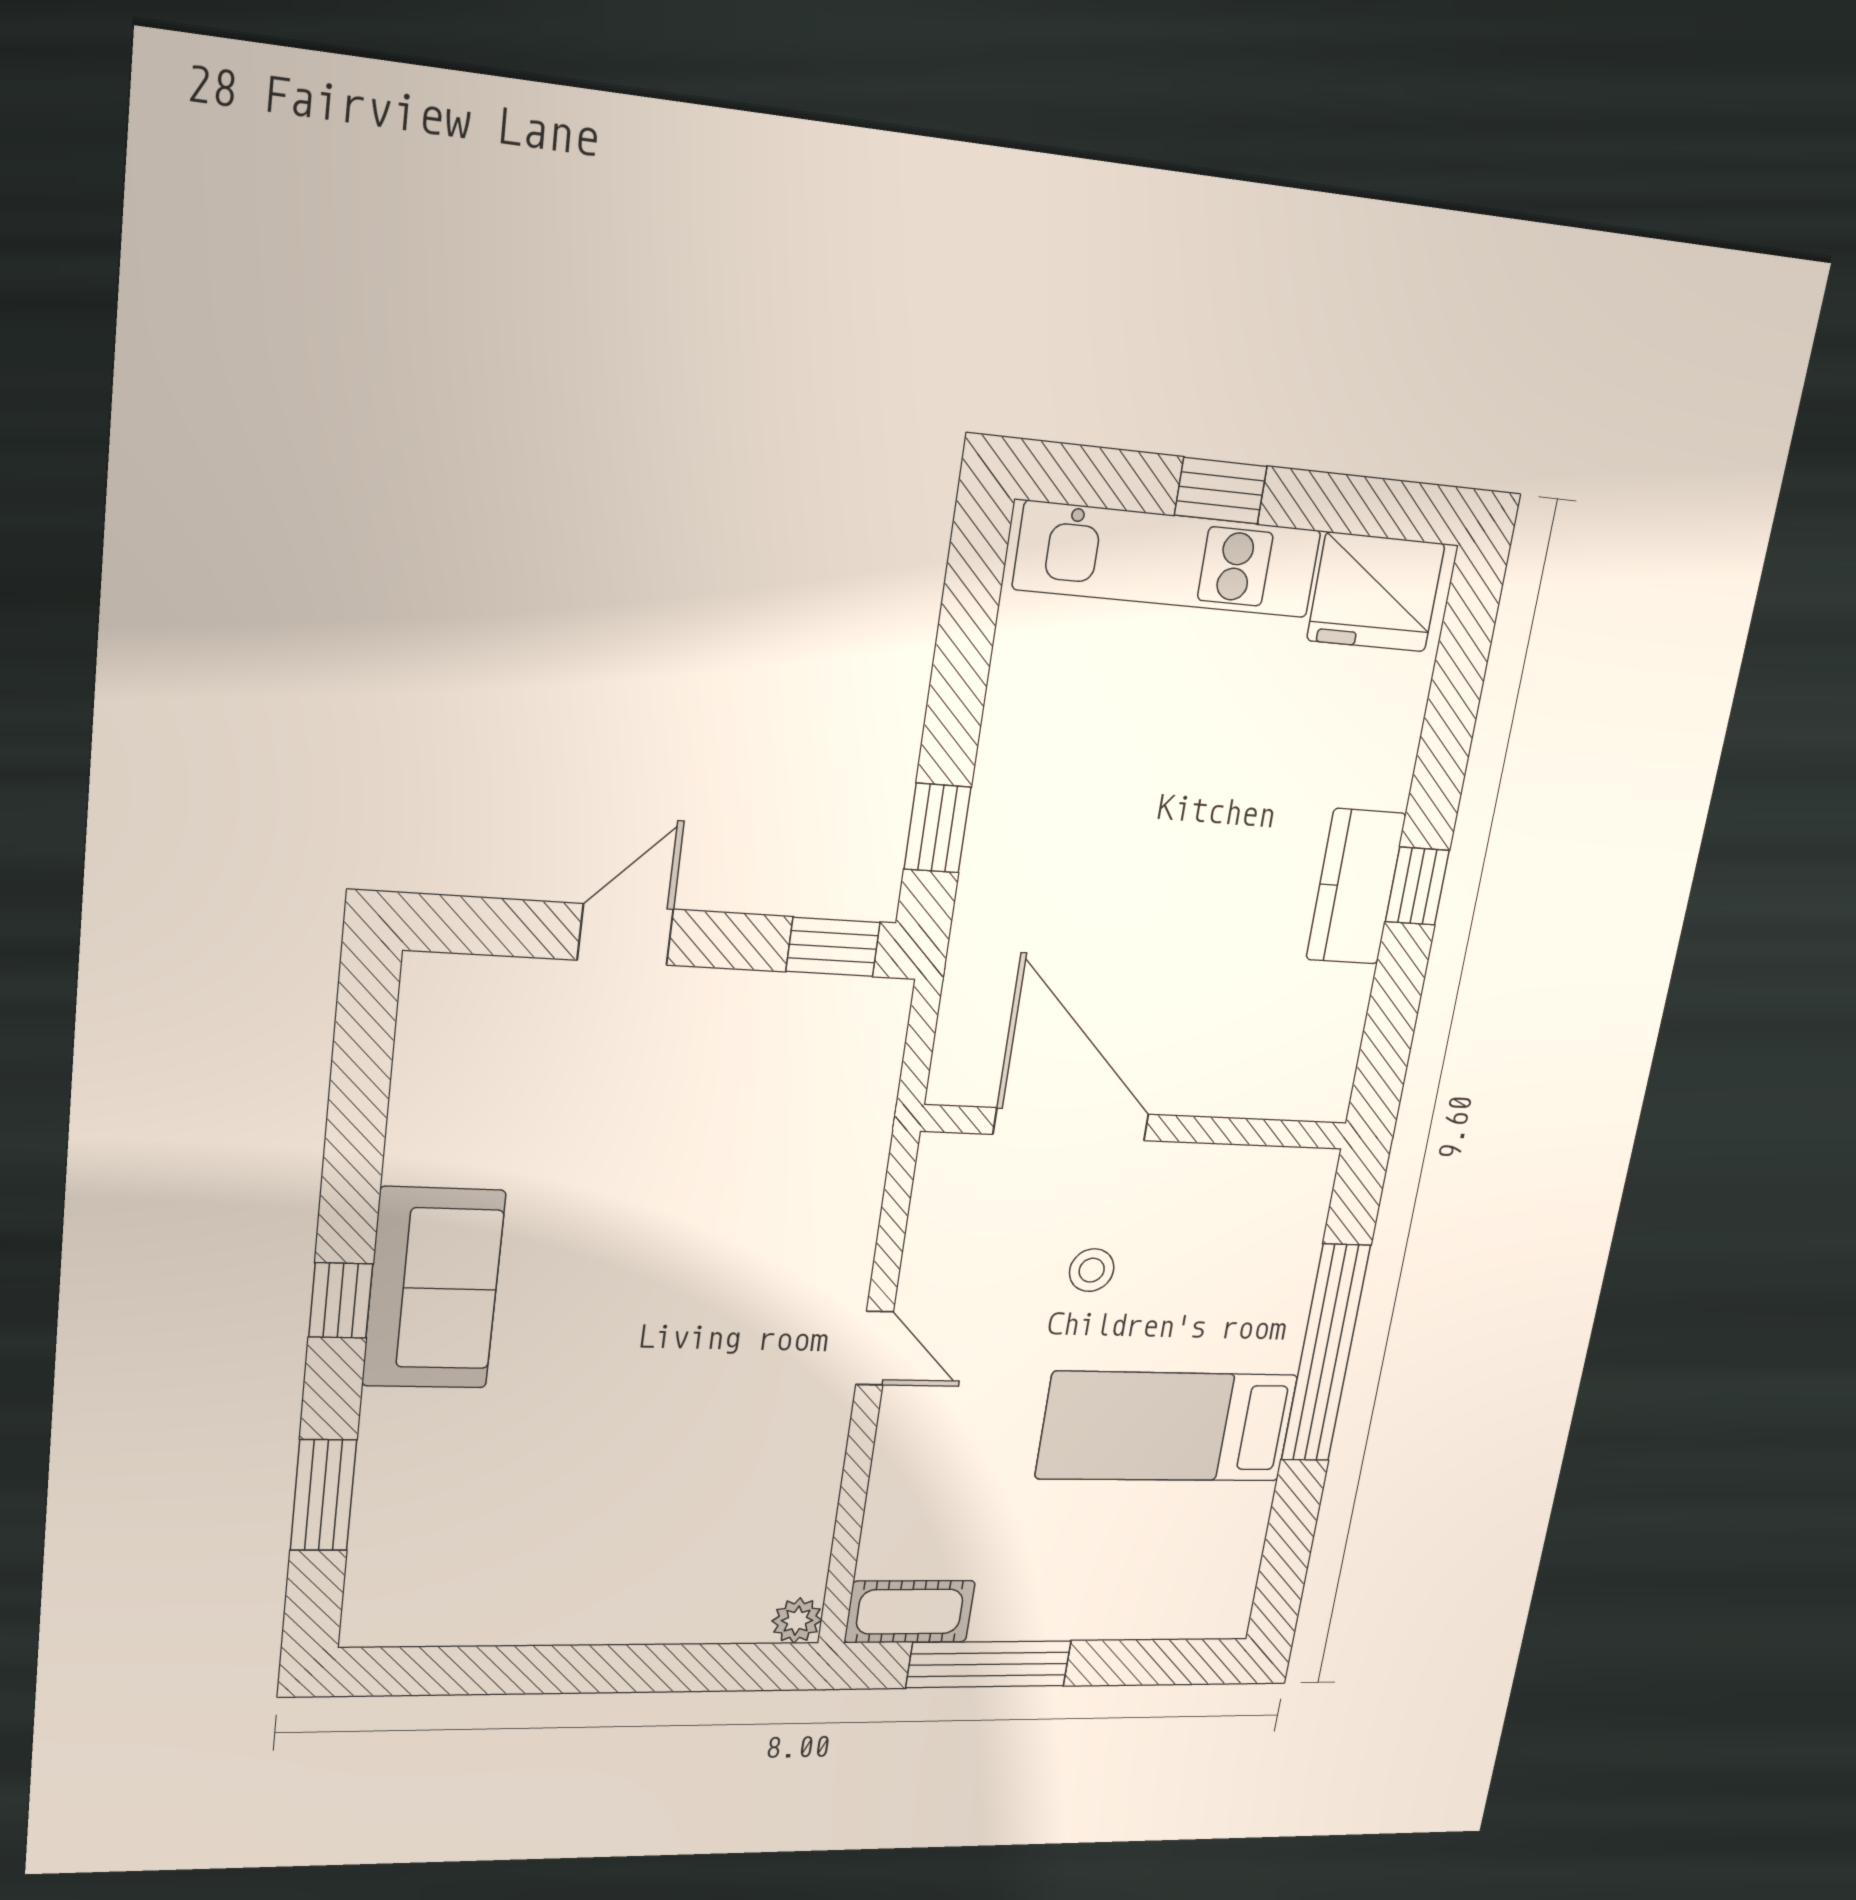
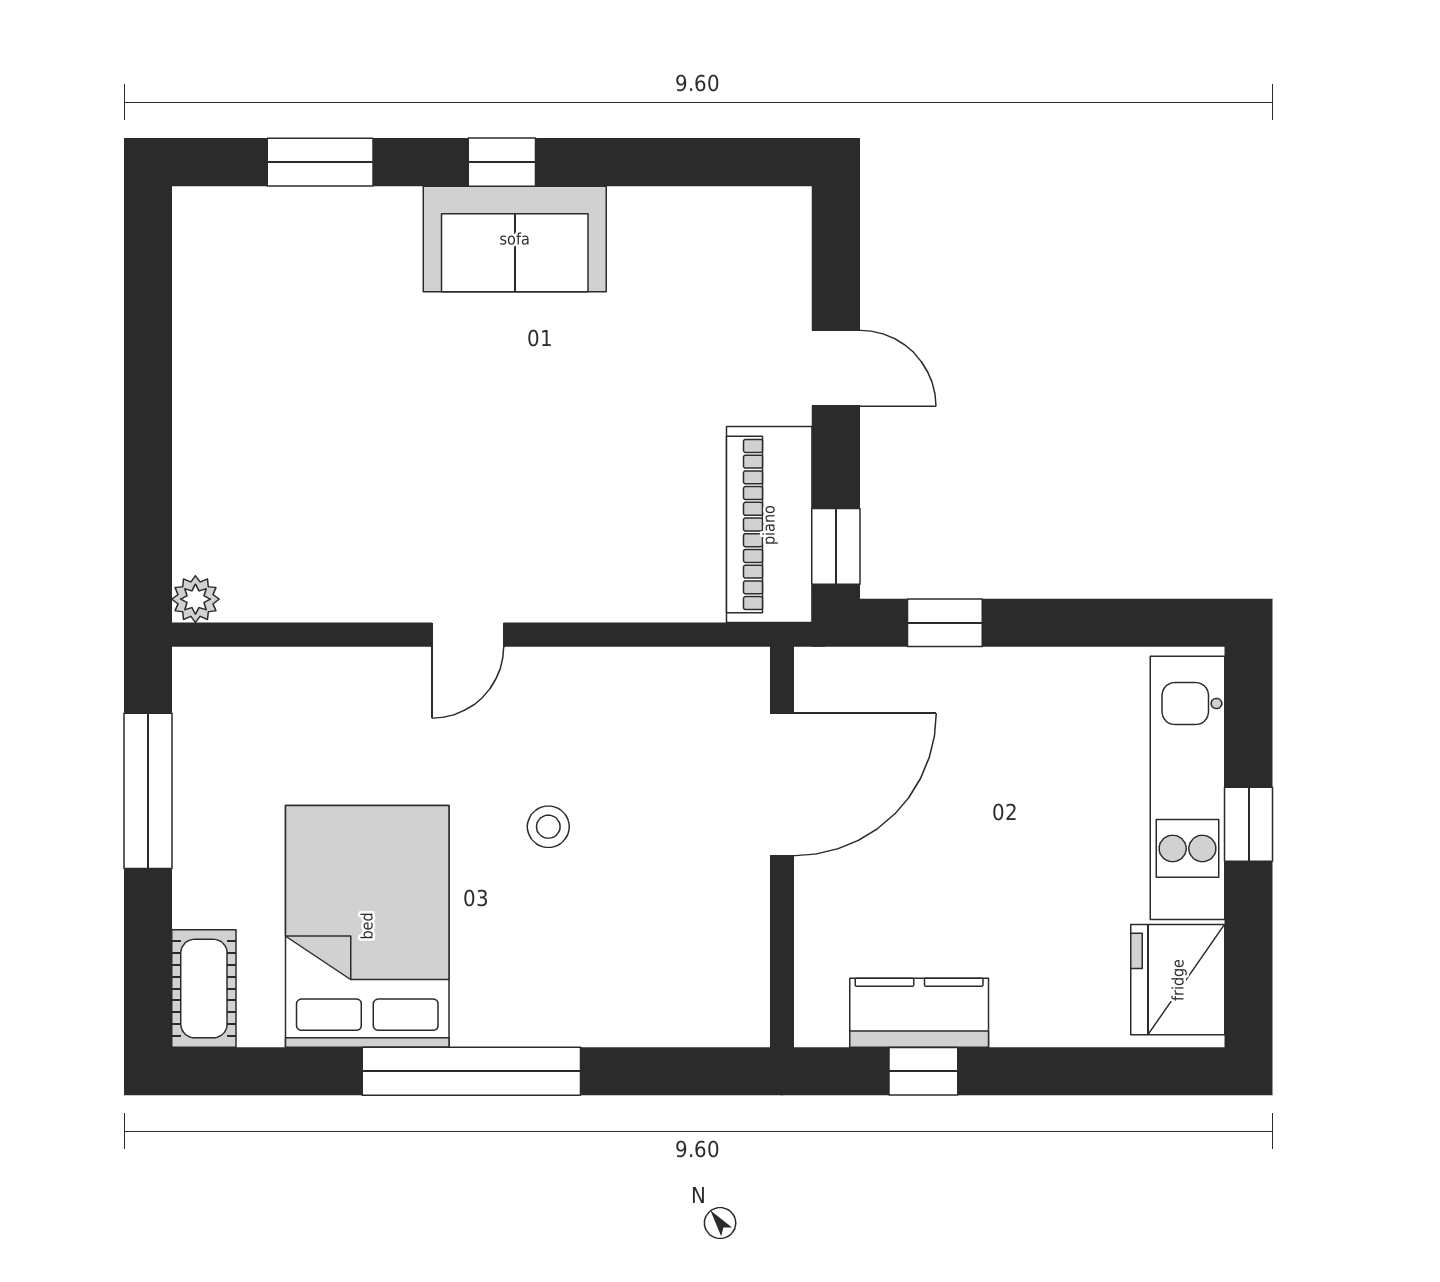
piano: (798, 1020) -> (769, 525), added
door: (1071, 1124) -> (782, 785), moved
wall: (1137, 1127) -> (782, 847), moved
bed: (1167, 1427) -> (367, 926), width x1.50
cot: (910, 1612) -> (204, 989), moved

